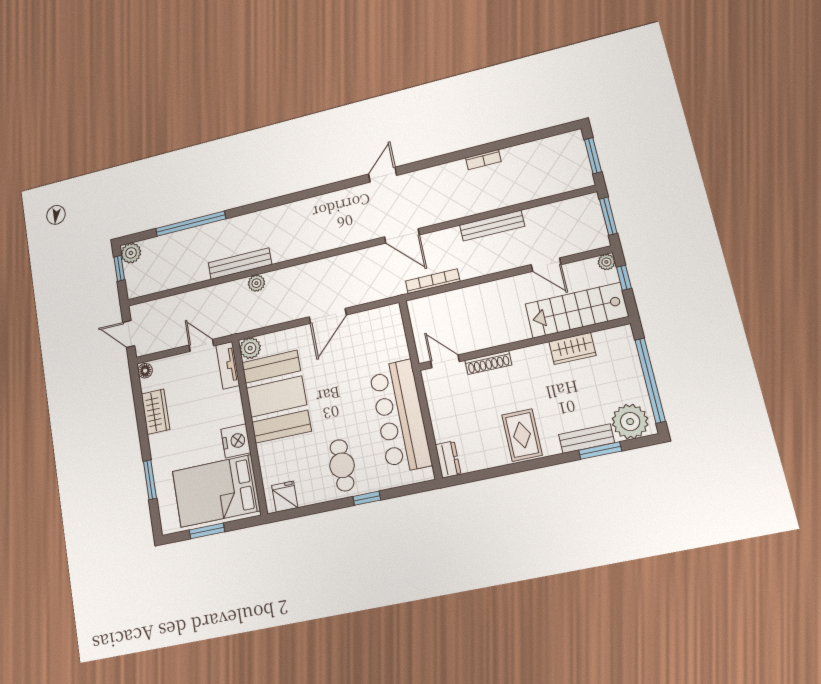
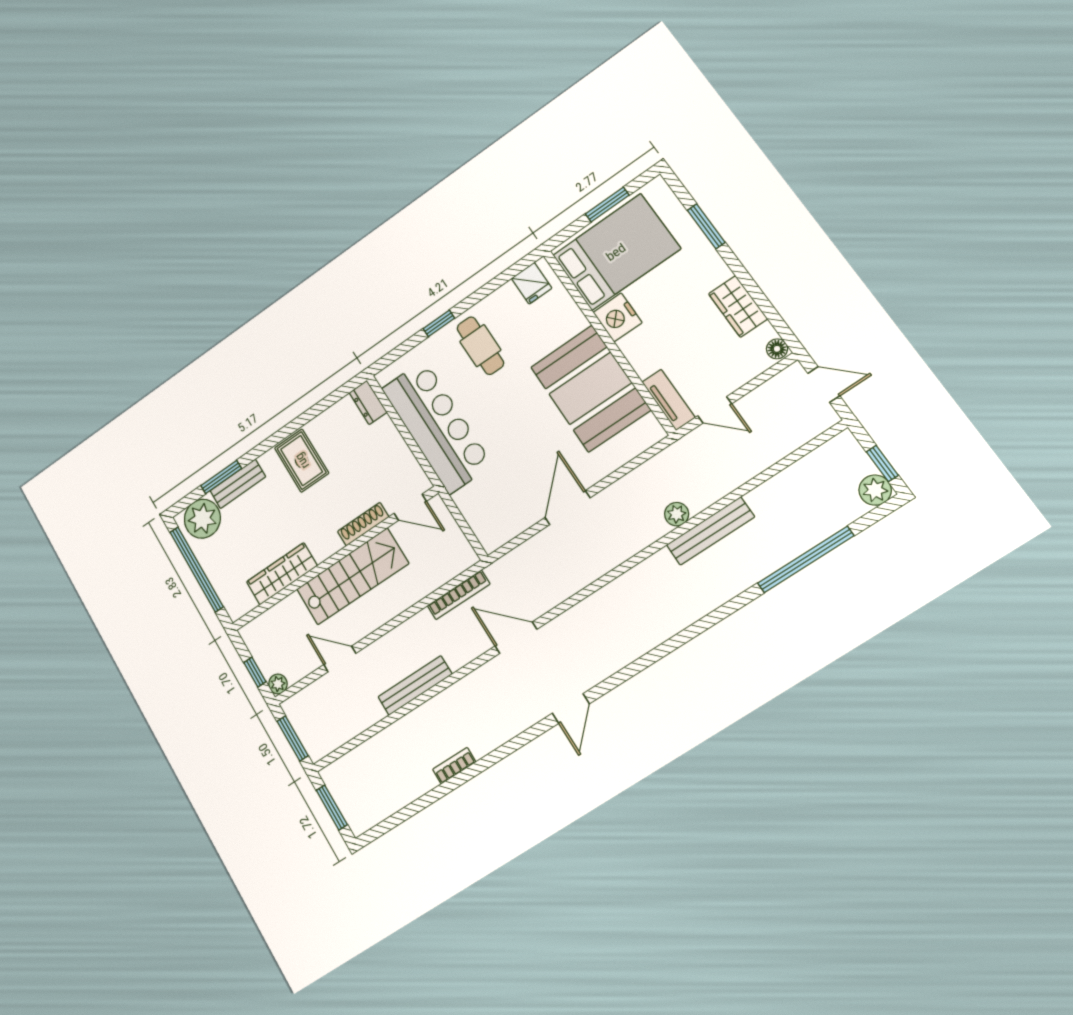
stairs: (577, 310) -> (352, 576), moved
plant: (250, 348) -> (649, 432), removed
wardrobe: (572, 348) -> (282, 574), width x1.50

